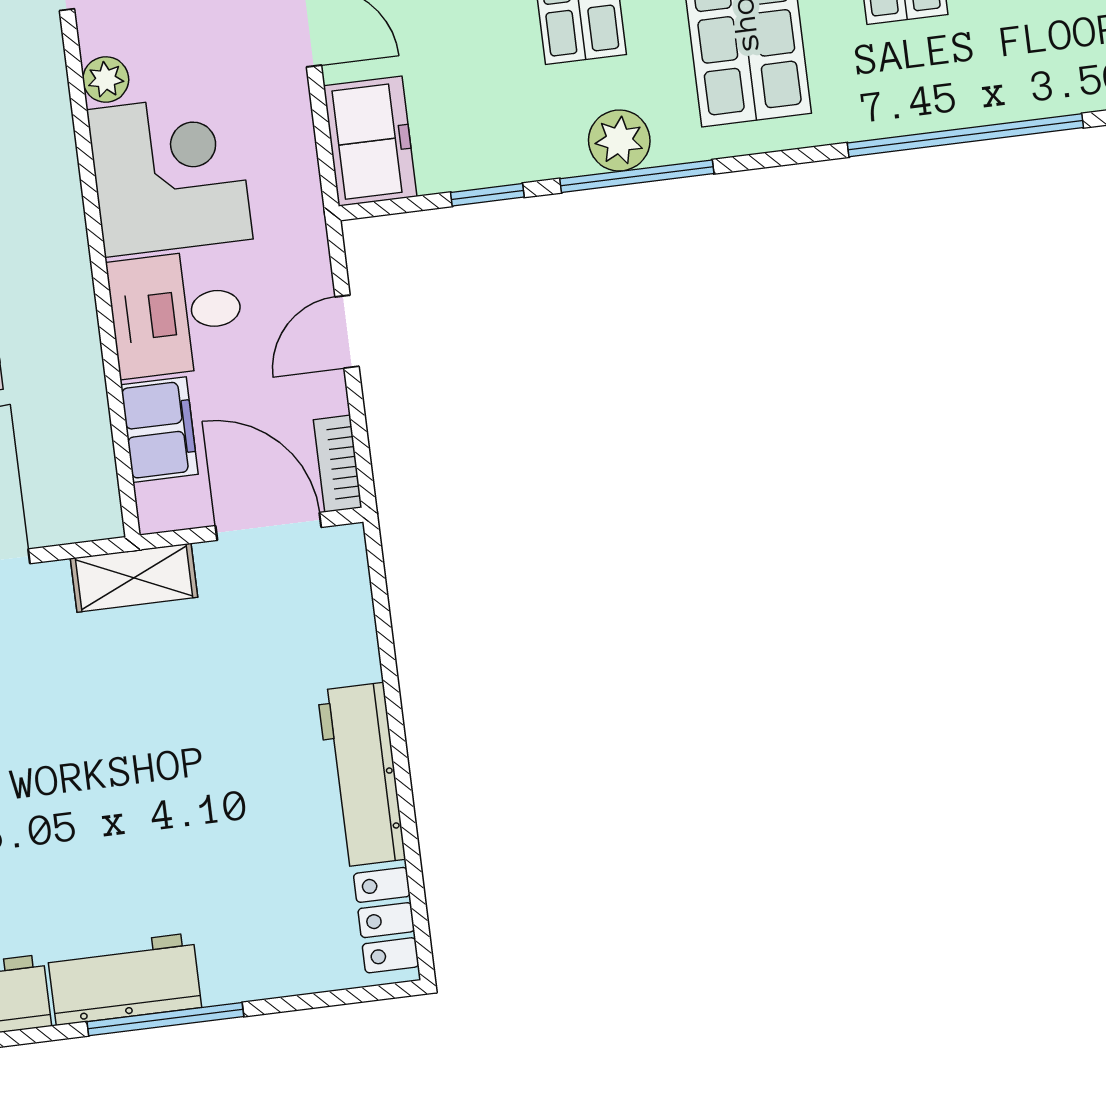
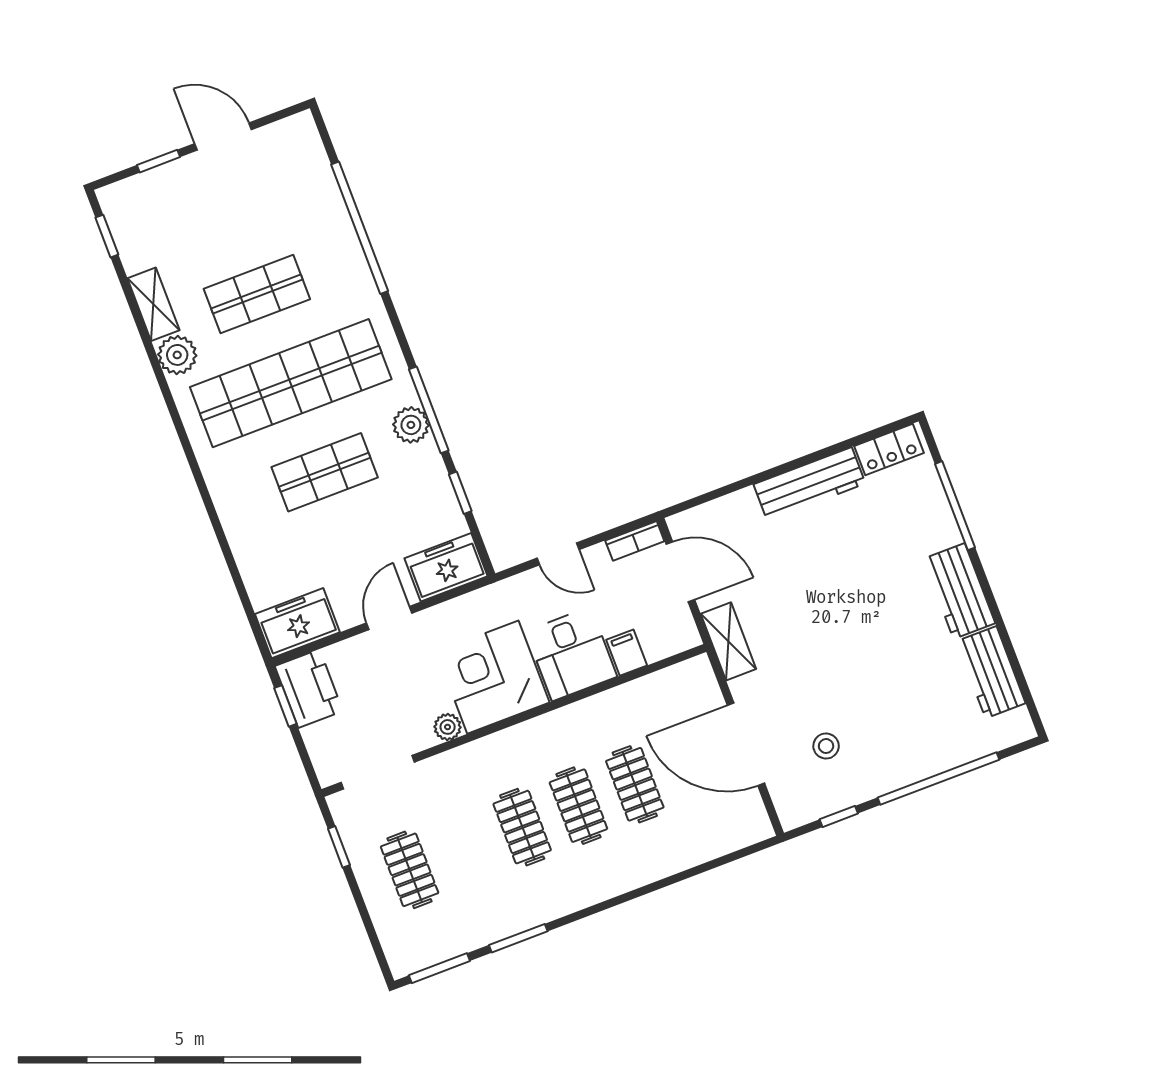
filing cabinet: (159, 430) -> (627, 653), width x0.50
door: (268, 526) -> (680, 572), swing flipped
window: (165, 1019) -> (955, 506), moved

